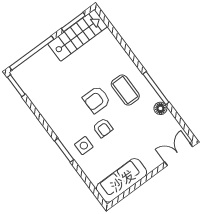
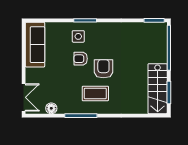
floor lamp: (160, 108) -> (51, 108), moved

